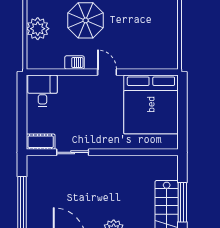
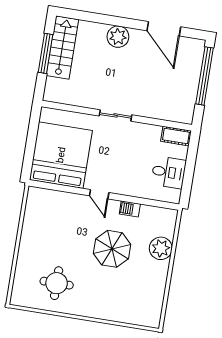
desk: (42, 91) -> (169, 172), moved, turned -90
sliding door: (73, 152) -> (115, 115), moved

